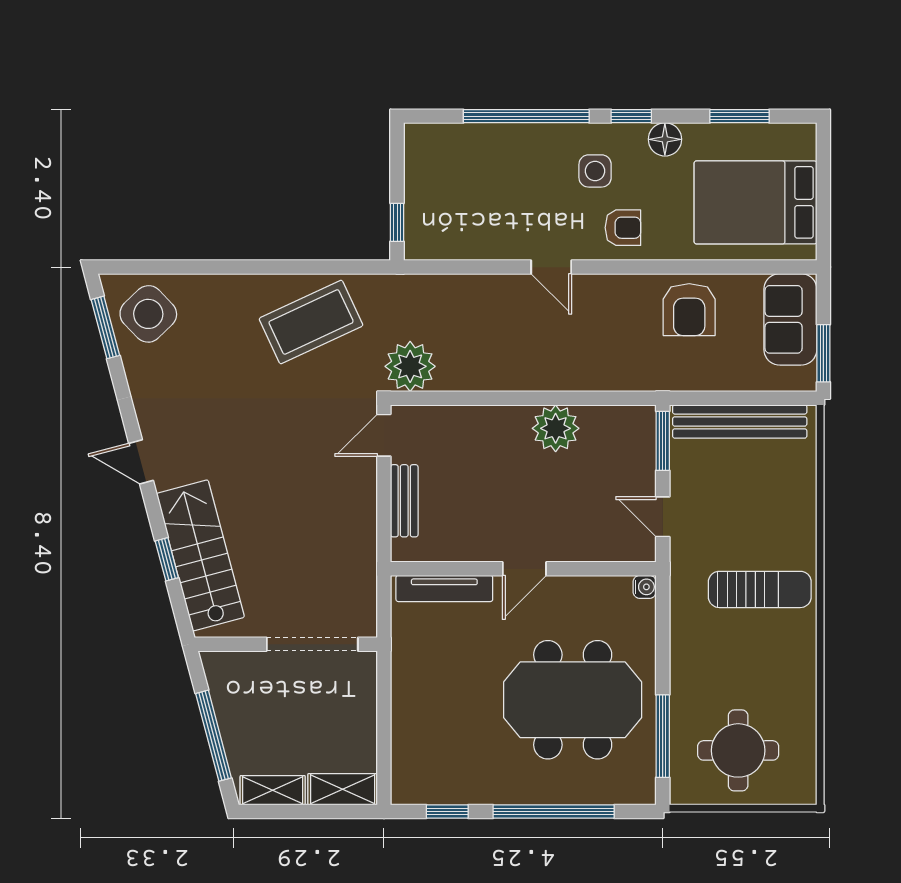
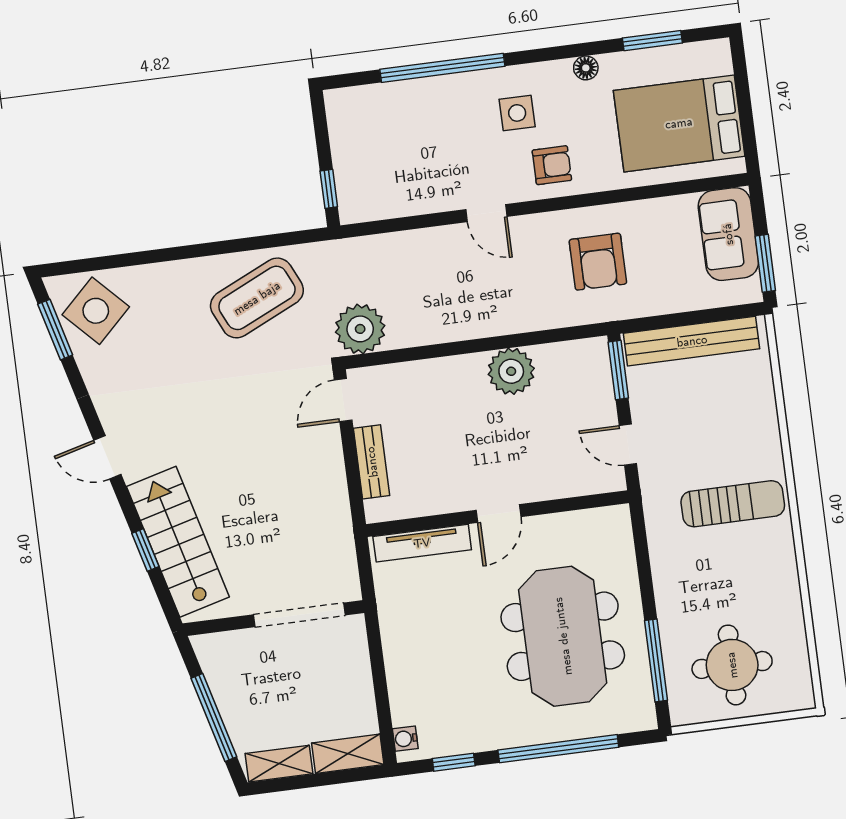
window: (631, 116) -> (546, 54), removed
floor lamp: (665, 139) -> (586, 68), width x0.73, depth x0.73
armchair: (689, 310) -> (598, 262), moved
water cooler: (645, 587) -> (405, 739), moved, turned 180
meeting table: (573, 700) -> (563, 636), turned 90

